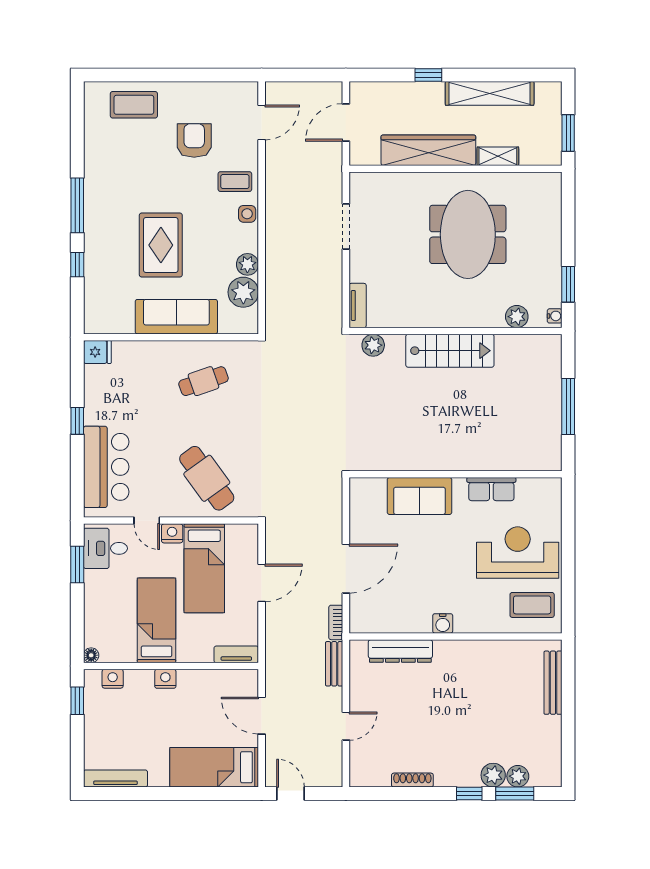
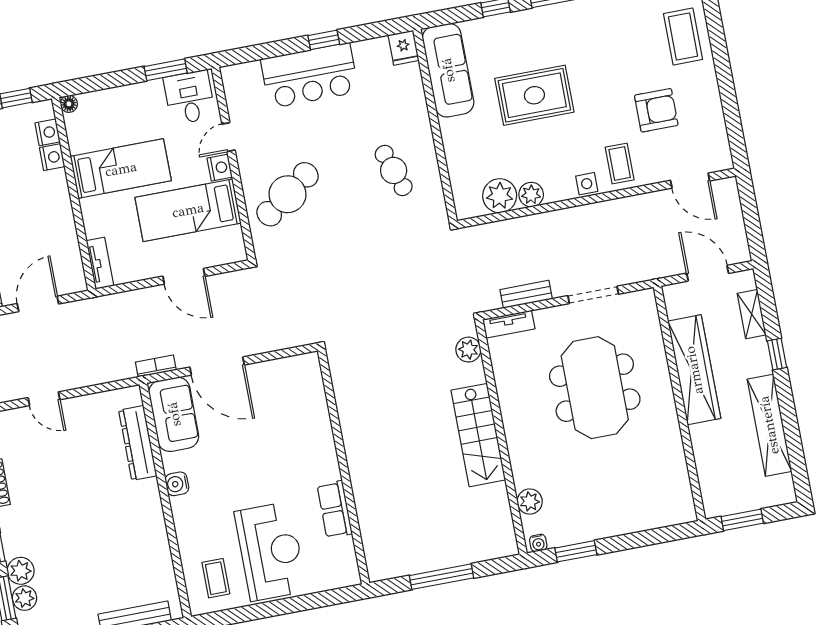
shelving: (498, 156) -> (752, 314), moved
meeting table: (468, 234) -> (595, 388), moved, turned 90
sofa: (176, 317) -> (448, 70), moved
bar counter: (106, 467) -> (310, 76), moved
sofa: (419, 496) -> (174, 414), moved, turned 180
coffee table: (532, 605) -> (216, 578), width x0.73, depth x0.77
bench: (334, 664) -> (526, 294), moved
nightstand: (165, 679) -> (52, 157), moved

